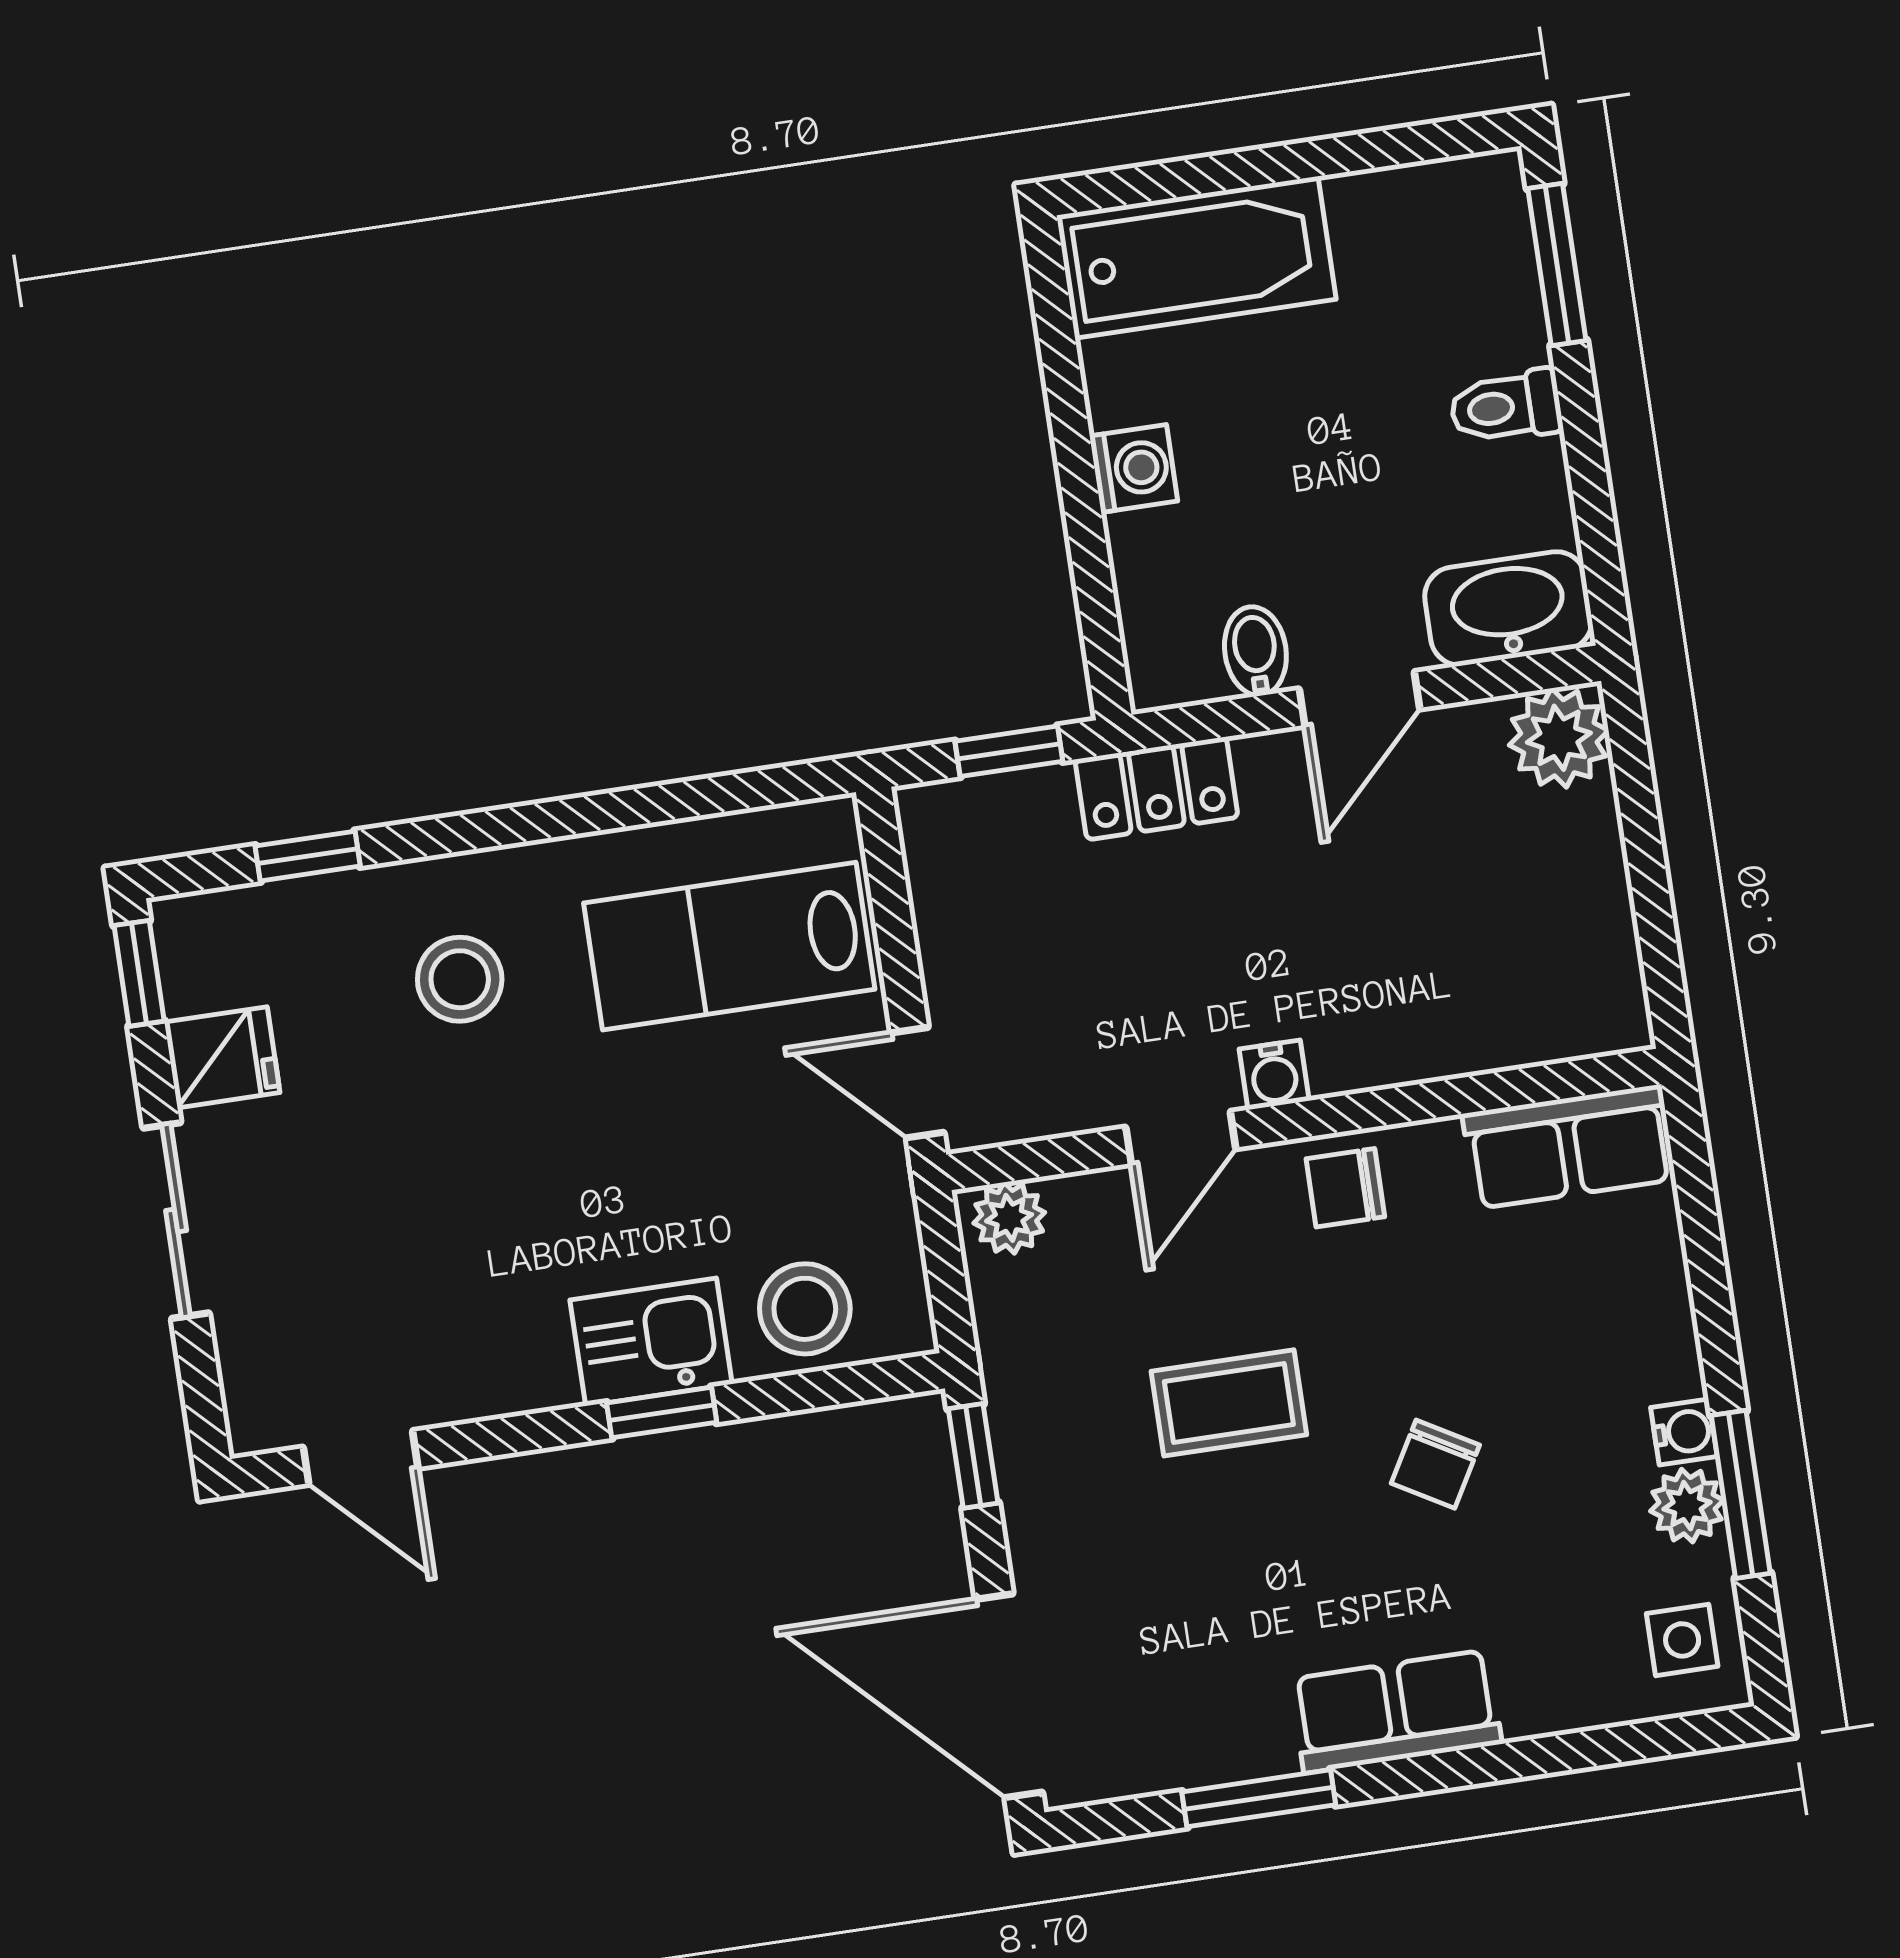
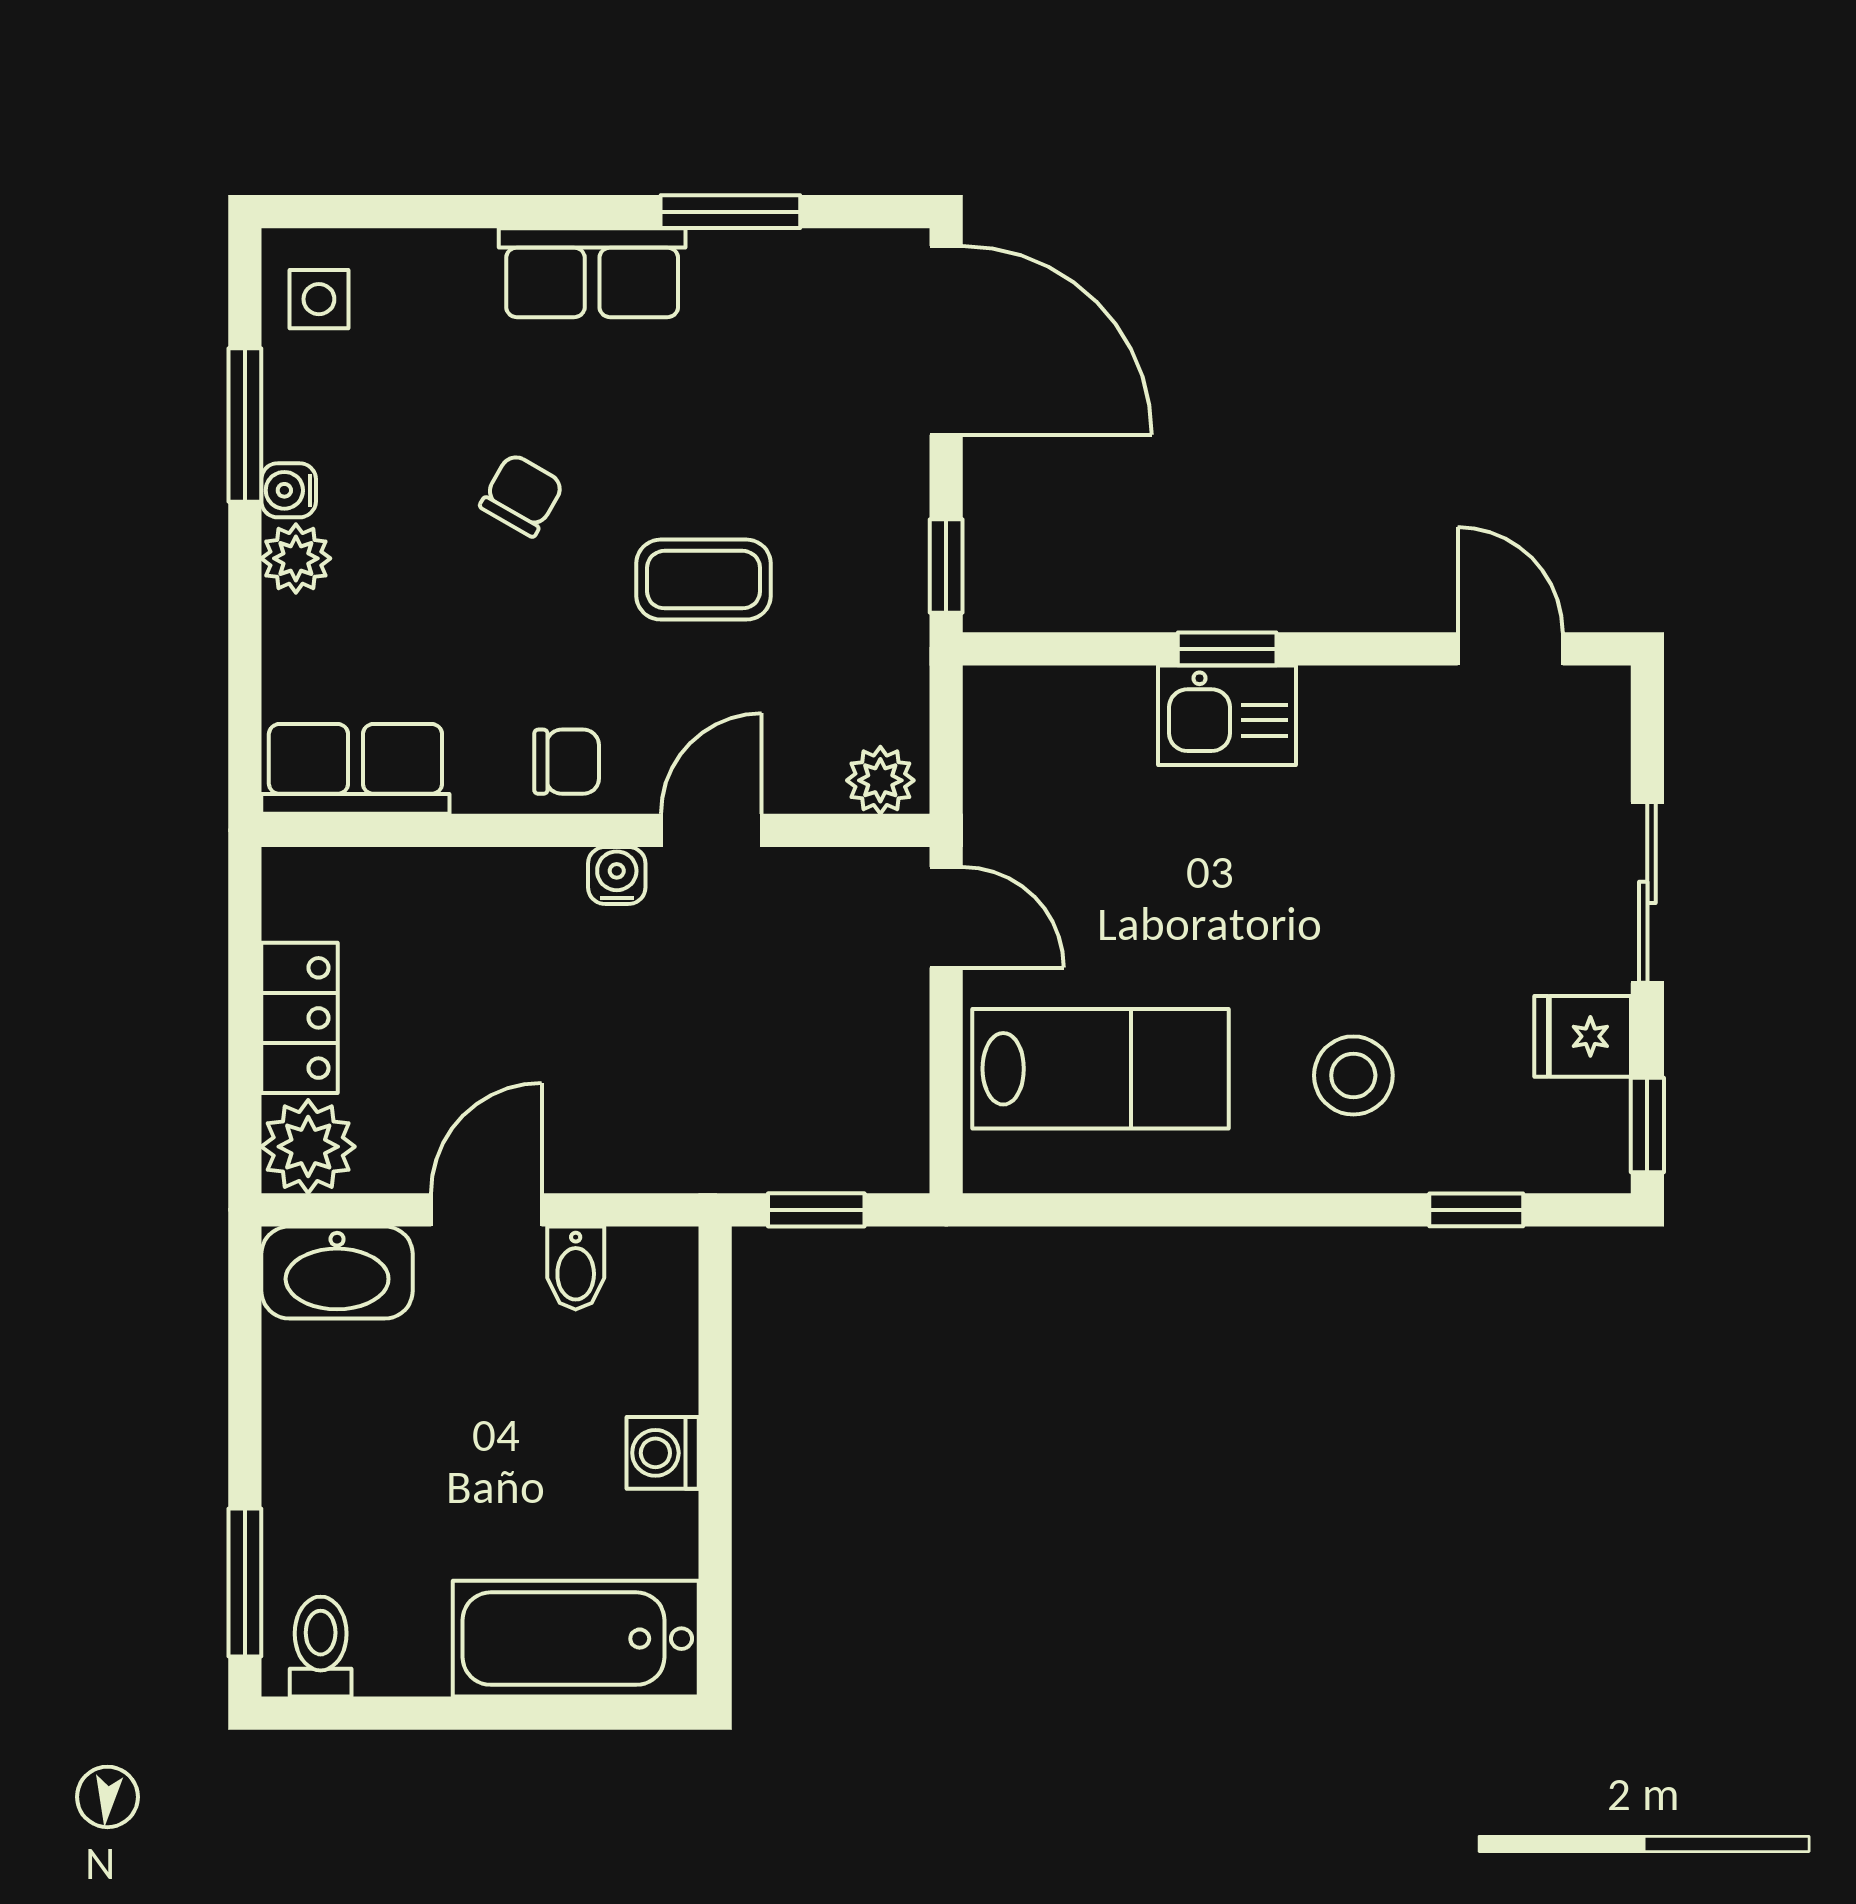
toilet: (1506, 407) -> (321, 1647), moved, turned -90
locker: (1156, 788) -> (299, 1018), moved, turned 90
stool: (805, 1309) -> (1081, 725), removed
plant: (1687, 1506) -> (296, 558), moved

